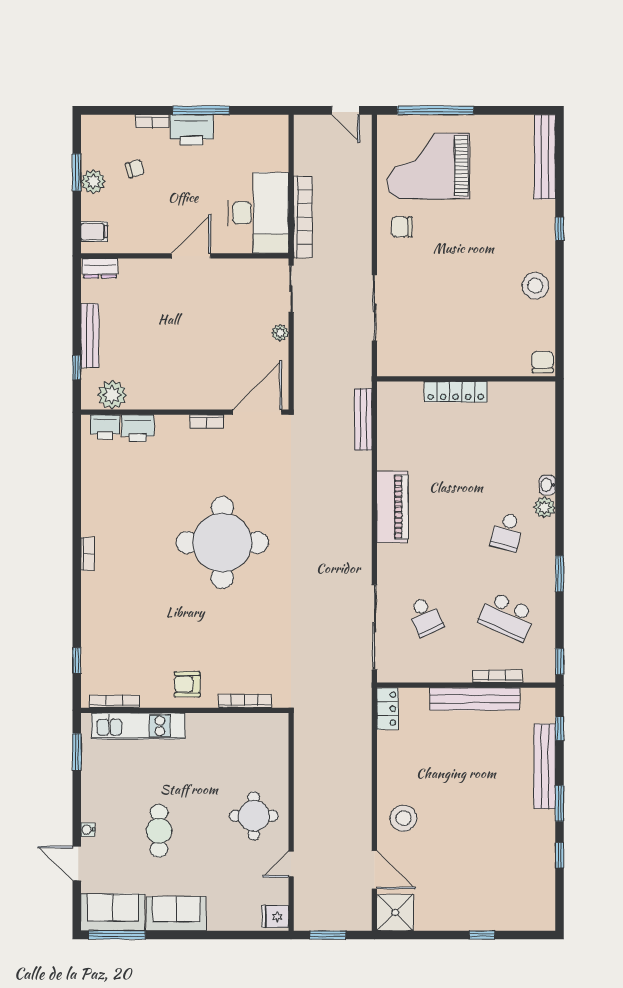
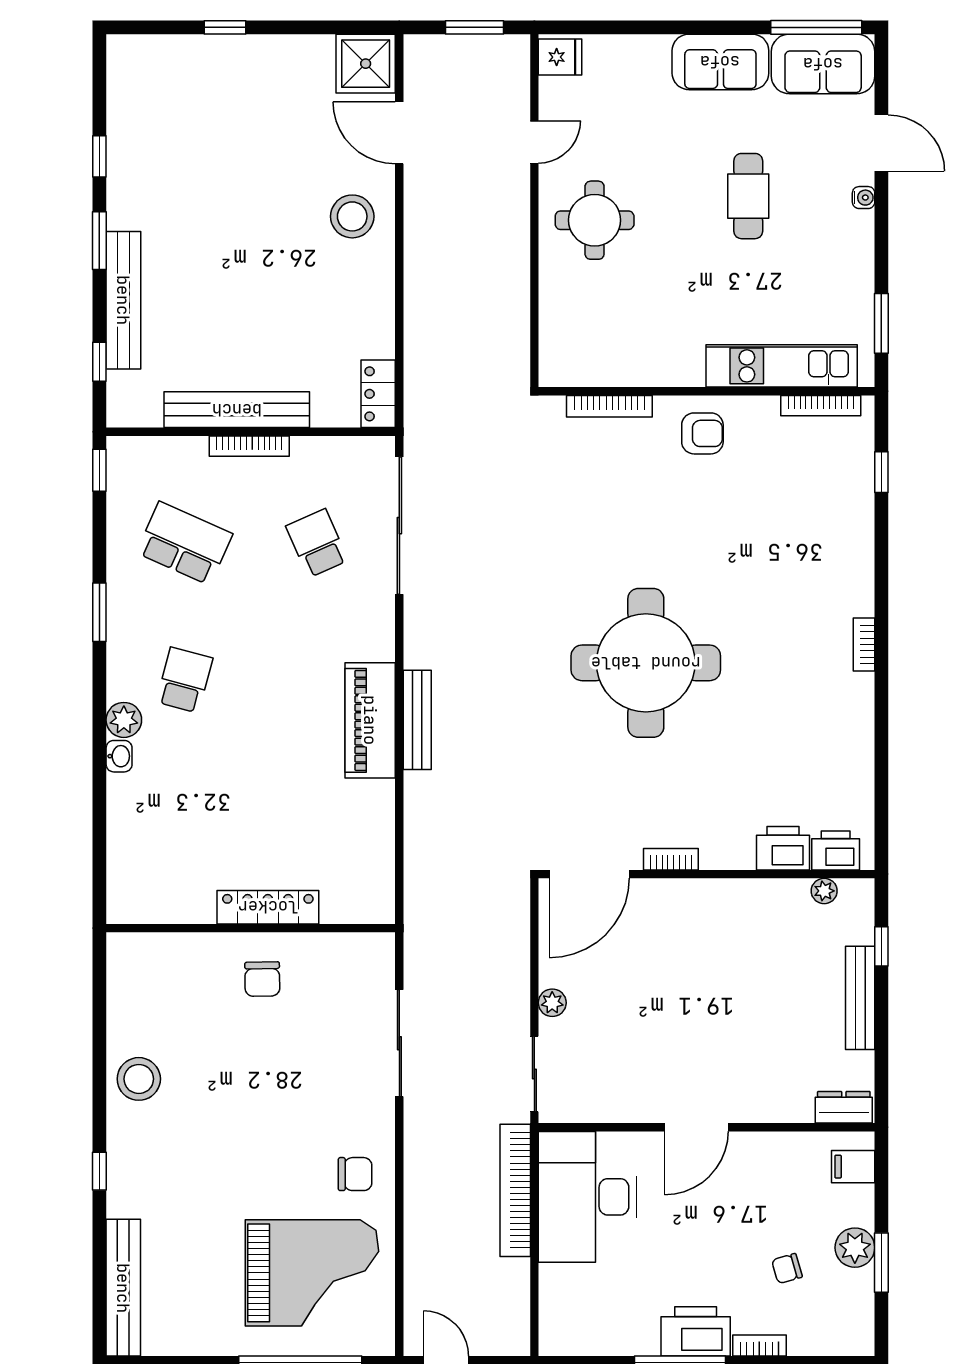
chair: (543, 362) -> (262, 979), moved
plant: (112, 395) -> (824, 891), width x0.53, depth x0.53
bench: (363, 419) -> (417, 720), moved
bookcase: (497, 676) -> (249, 446), moved

